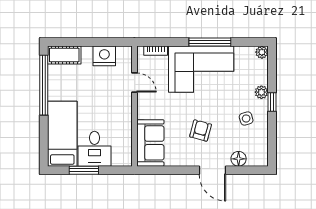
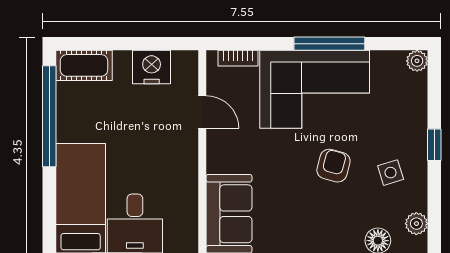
plant: (261, 92) -> (416, 224), moved
armchair: (201, 130) -> (333, 166), moved

